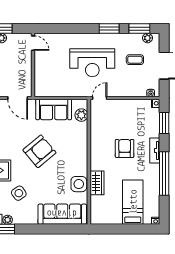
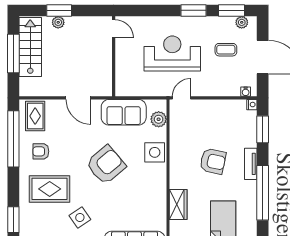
door: (33, 43) -> (114, 29), moved
reception desk: (92, 63) -> (172, 54), turned 180
wall: (33, 65) -> (114, 56), moved
armchair: (125, 148) -> (213, 161), turned 102
side table: (79, 184) -> (155, 152), moved

